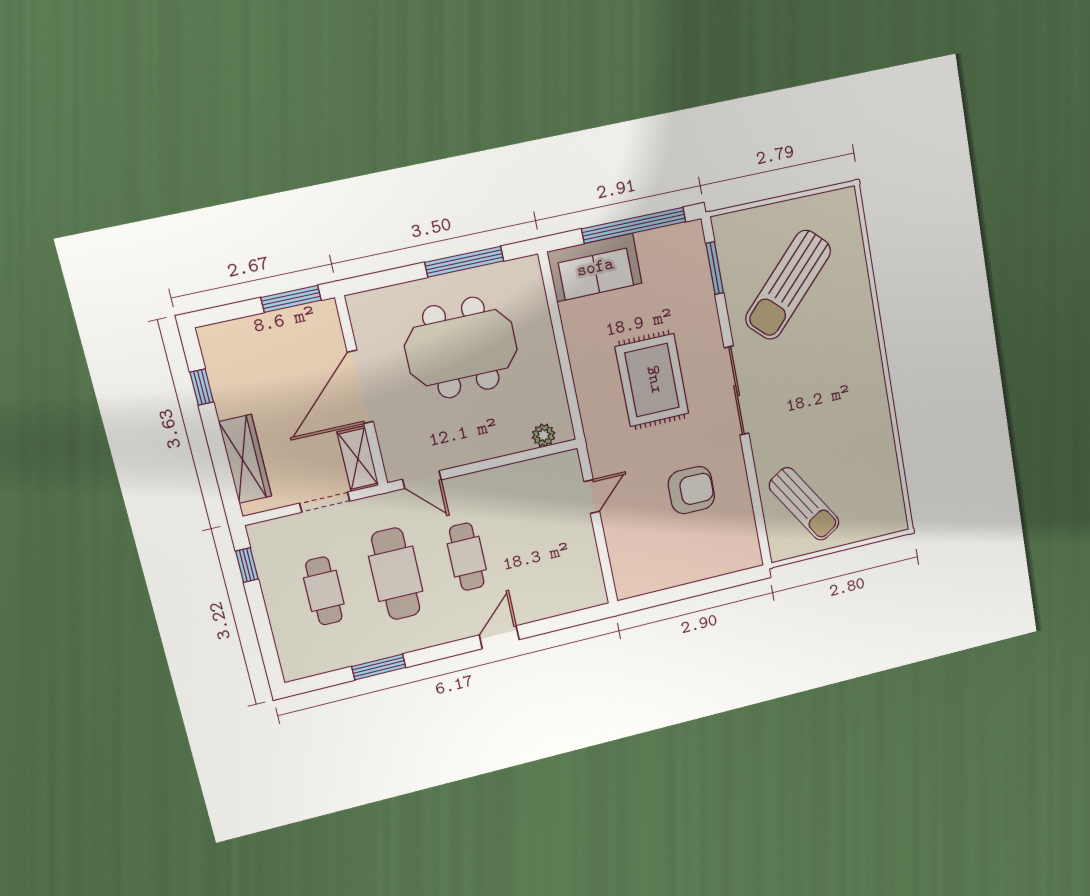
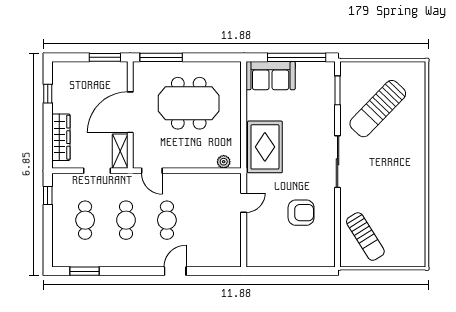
window: (464, 262) -> (161, 57), moved
rug: (652, 380) -> (265, 147), moved
cafe table: (396, 574) -> (126, 220), width x0.73, depth x0.74
window: (379, 667) -> (85, 271), moved

